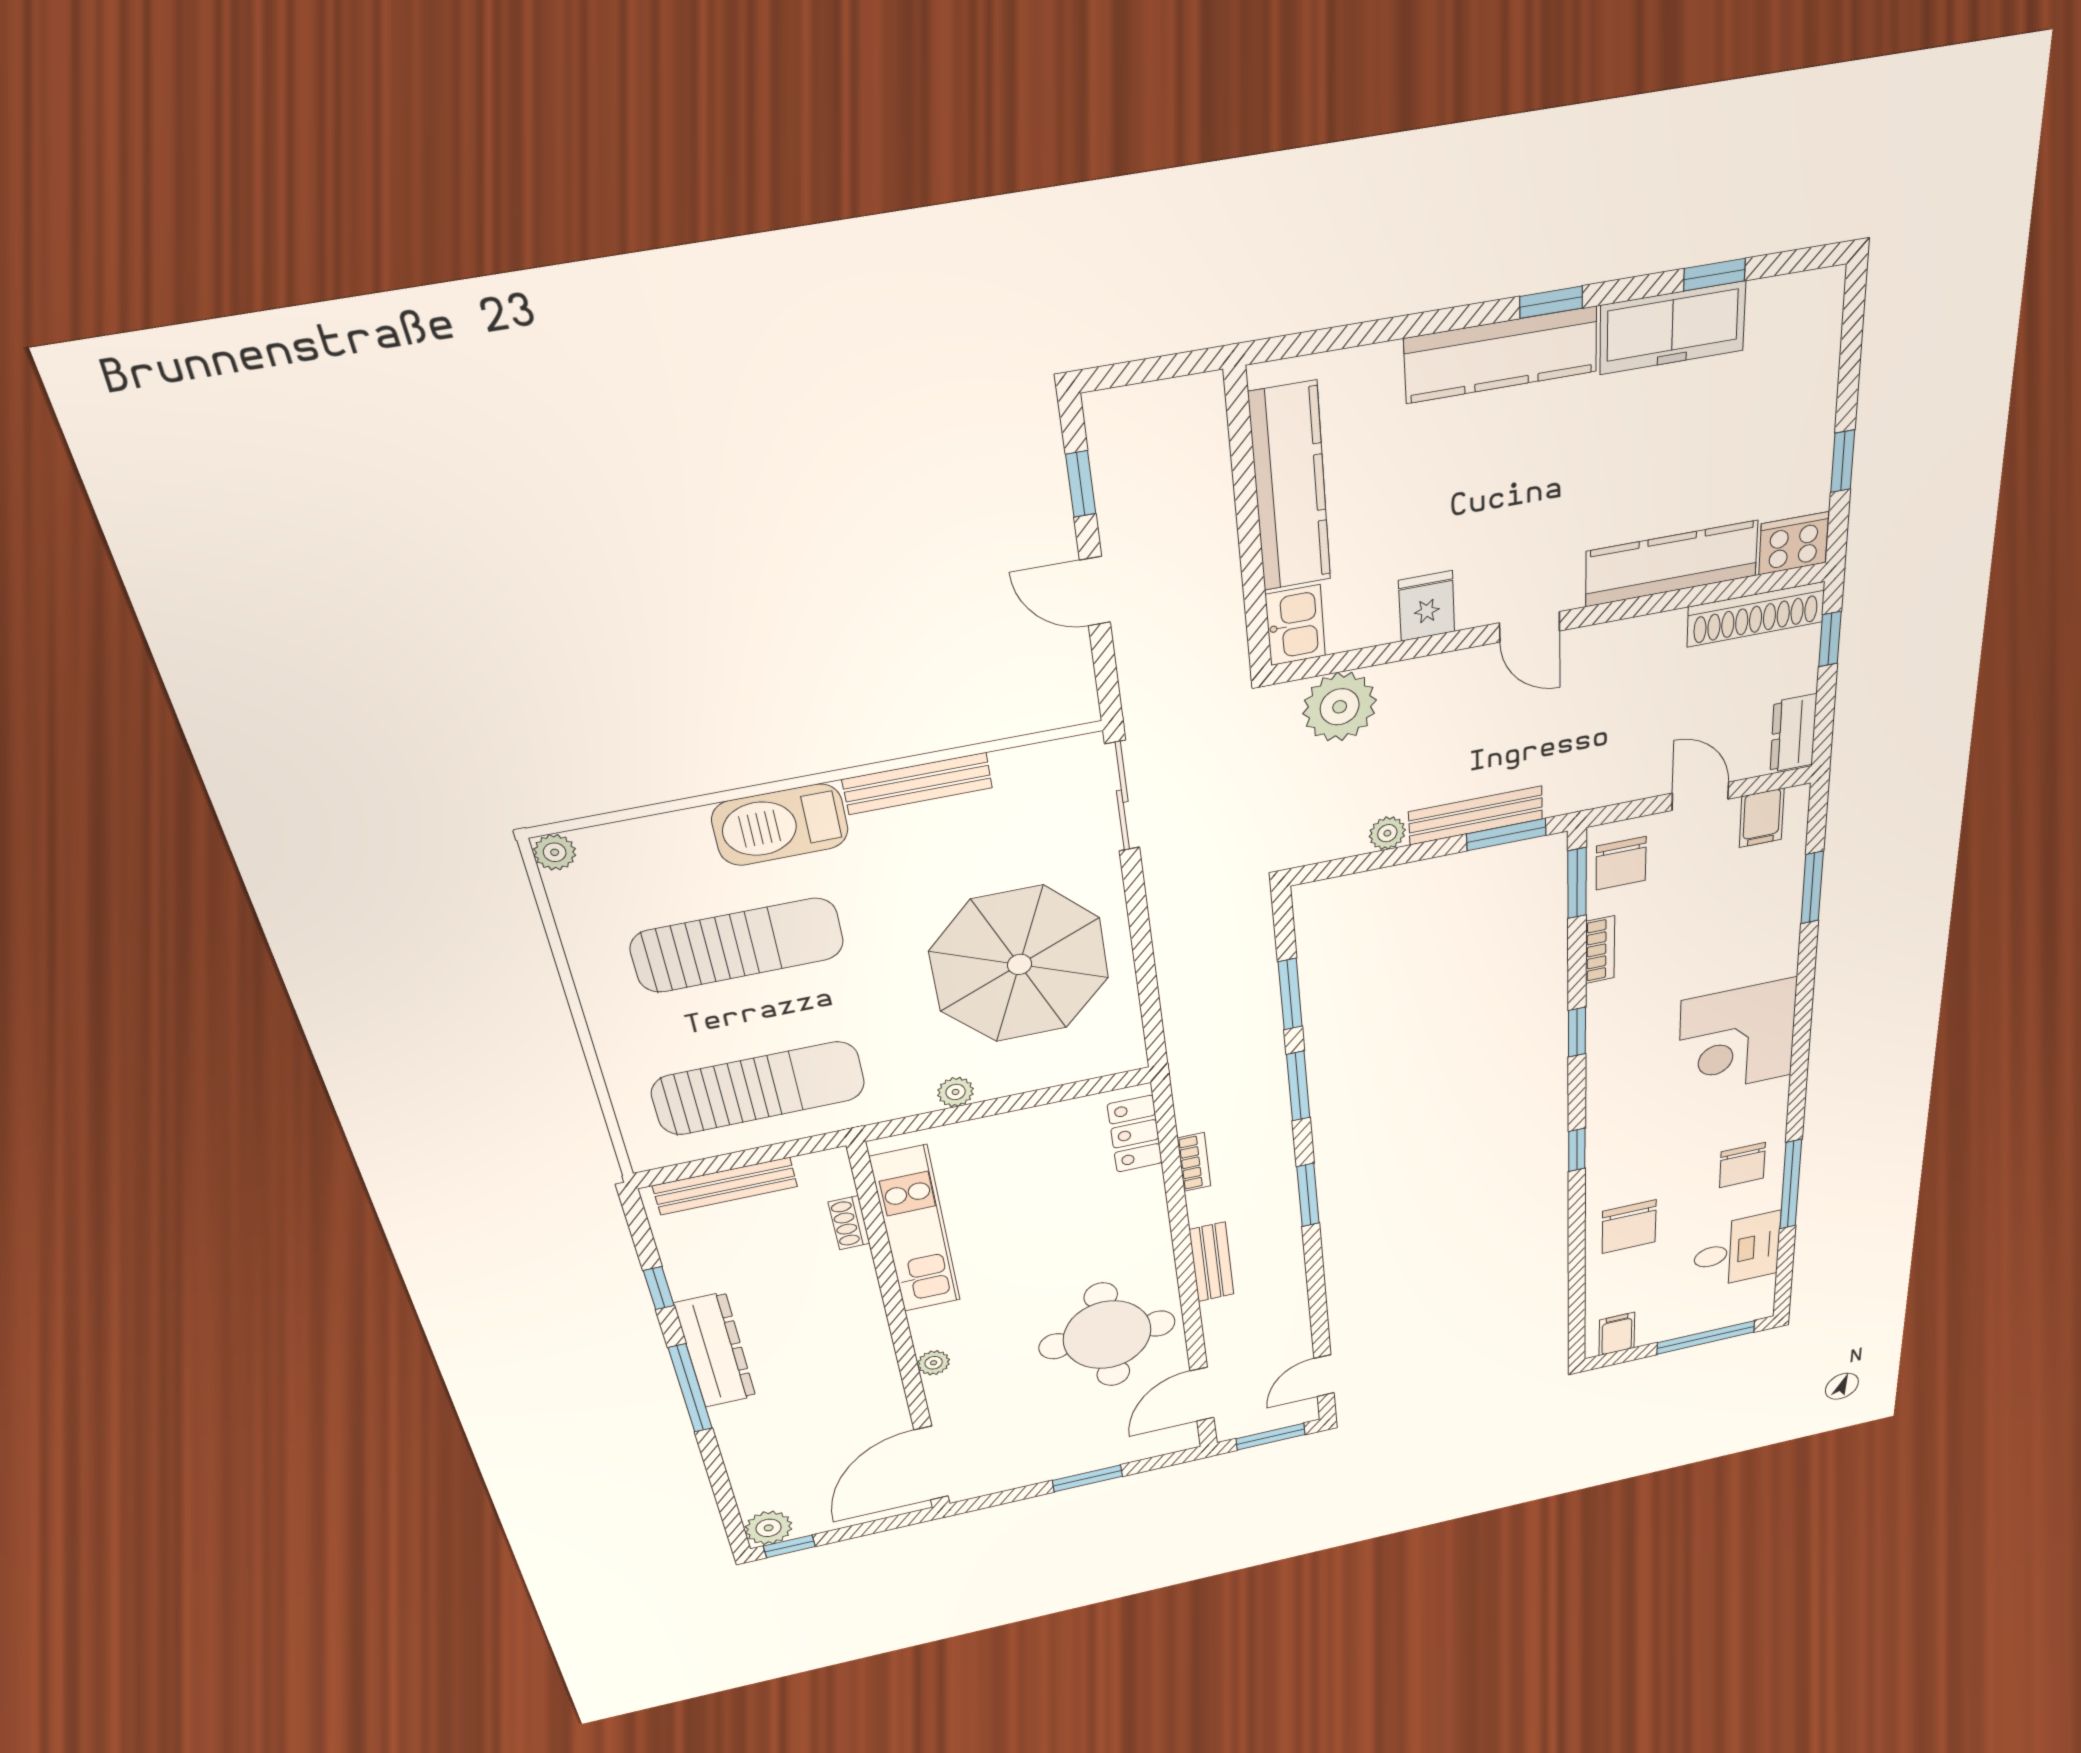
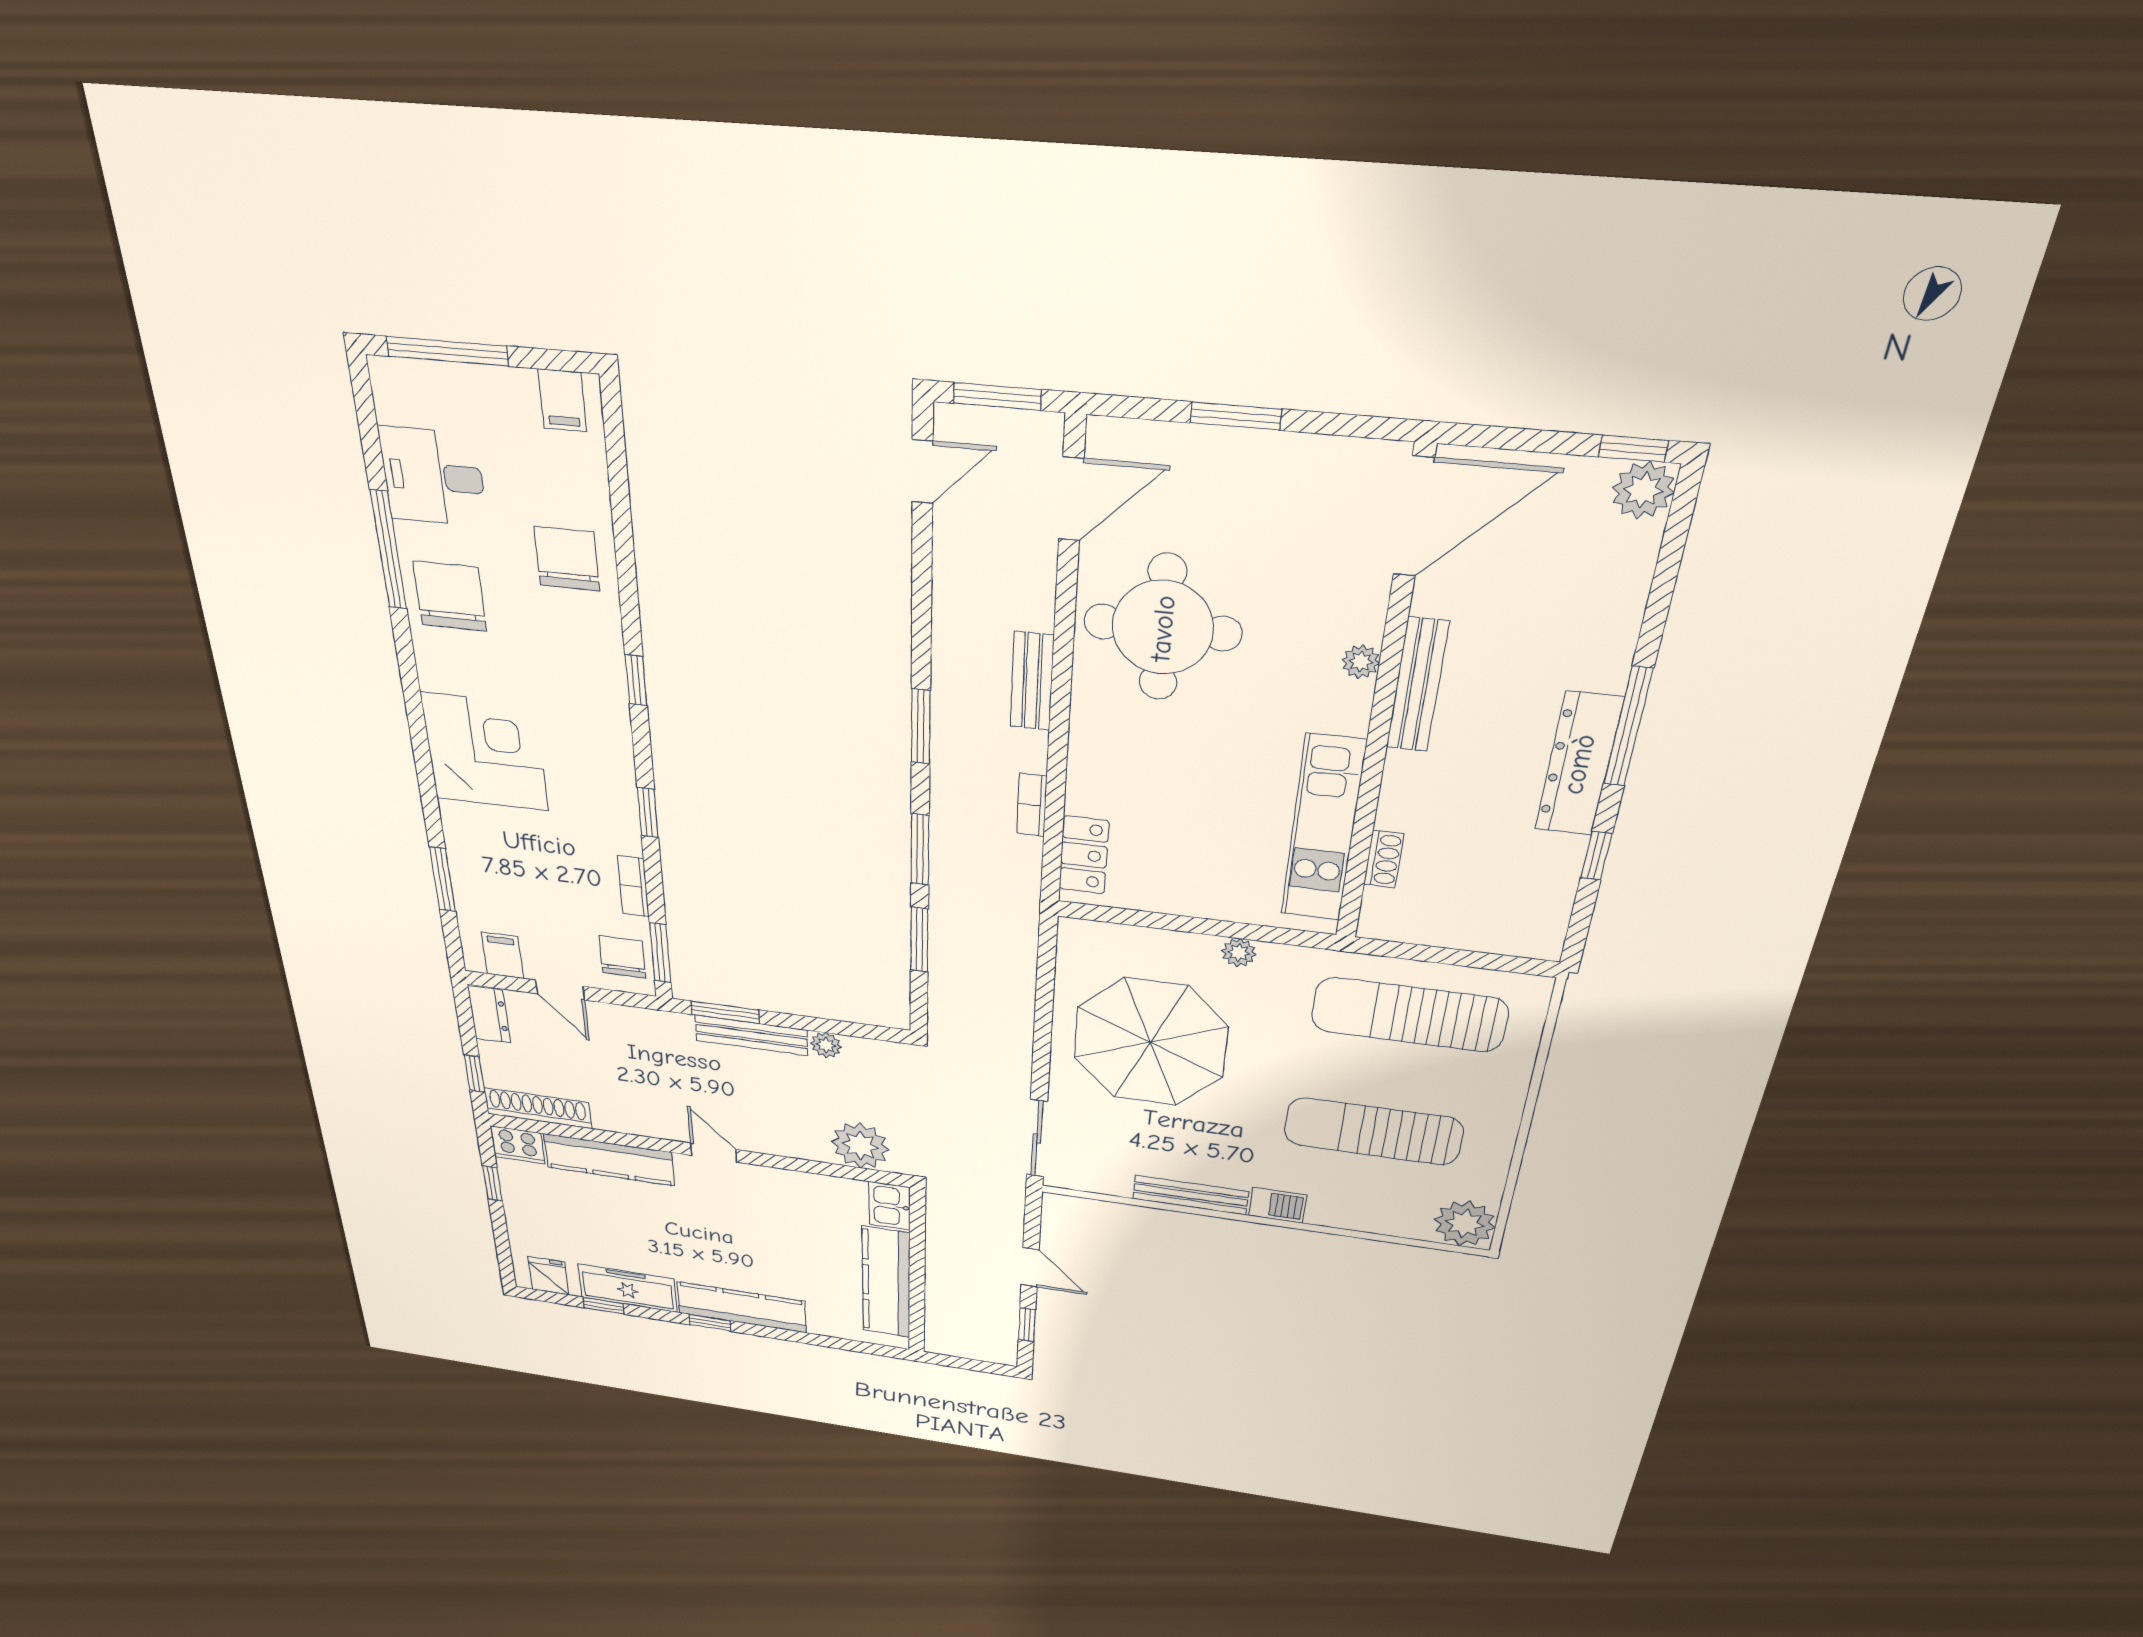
fridge: (1427, 606) -> (548, 1276), moved, turned 180
barbecue: (780, 825) -> (1278, 1205), width x0.53, depth x0.65
plant: (555, 852) -> (1465, 1224), width x1.88, depth x1.88
chair: (1742, 1165) -> (450, 596), width x1.37, depth x1.37
bench: (725, 1186) -> (1417, 685), moved, turned 90

